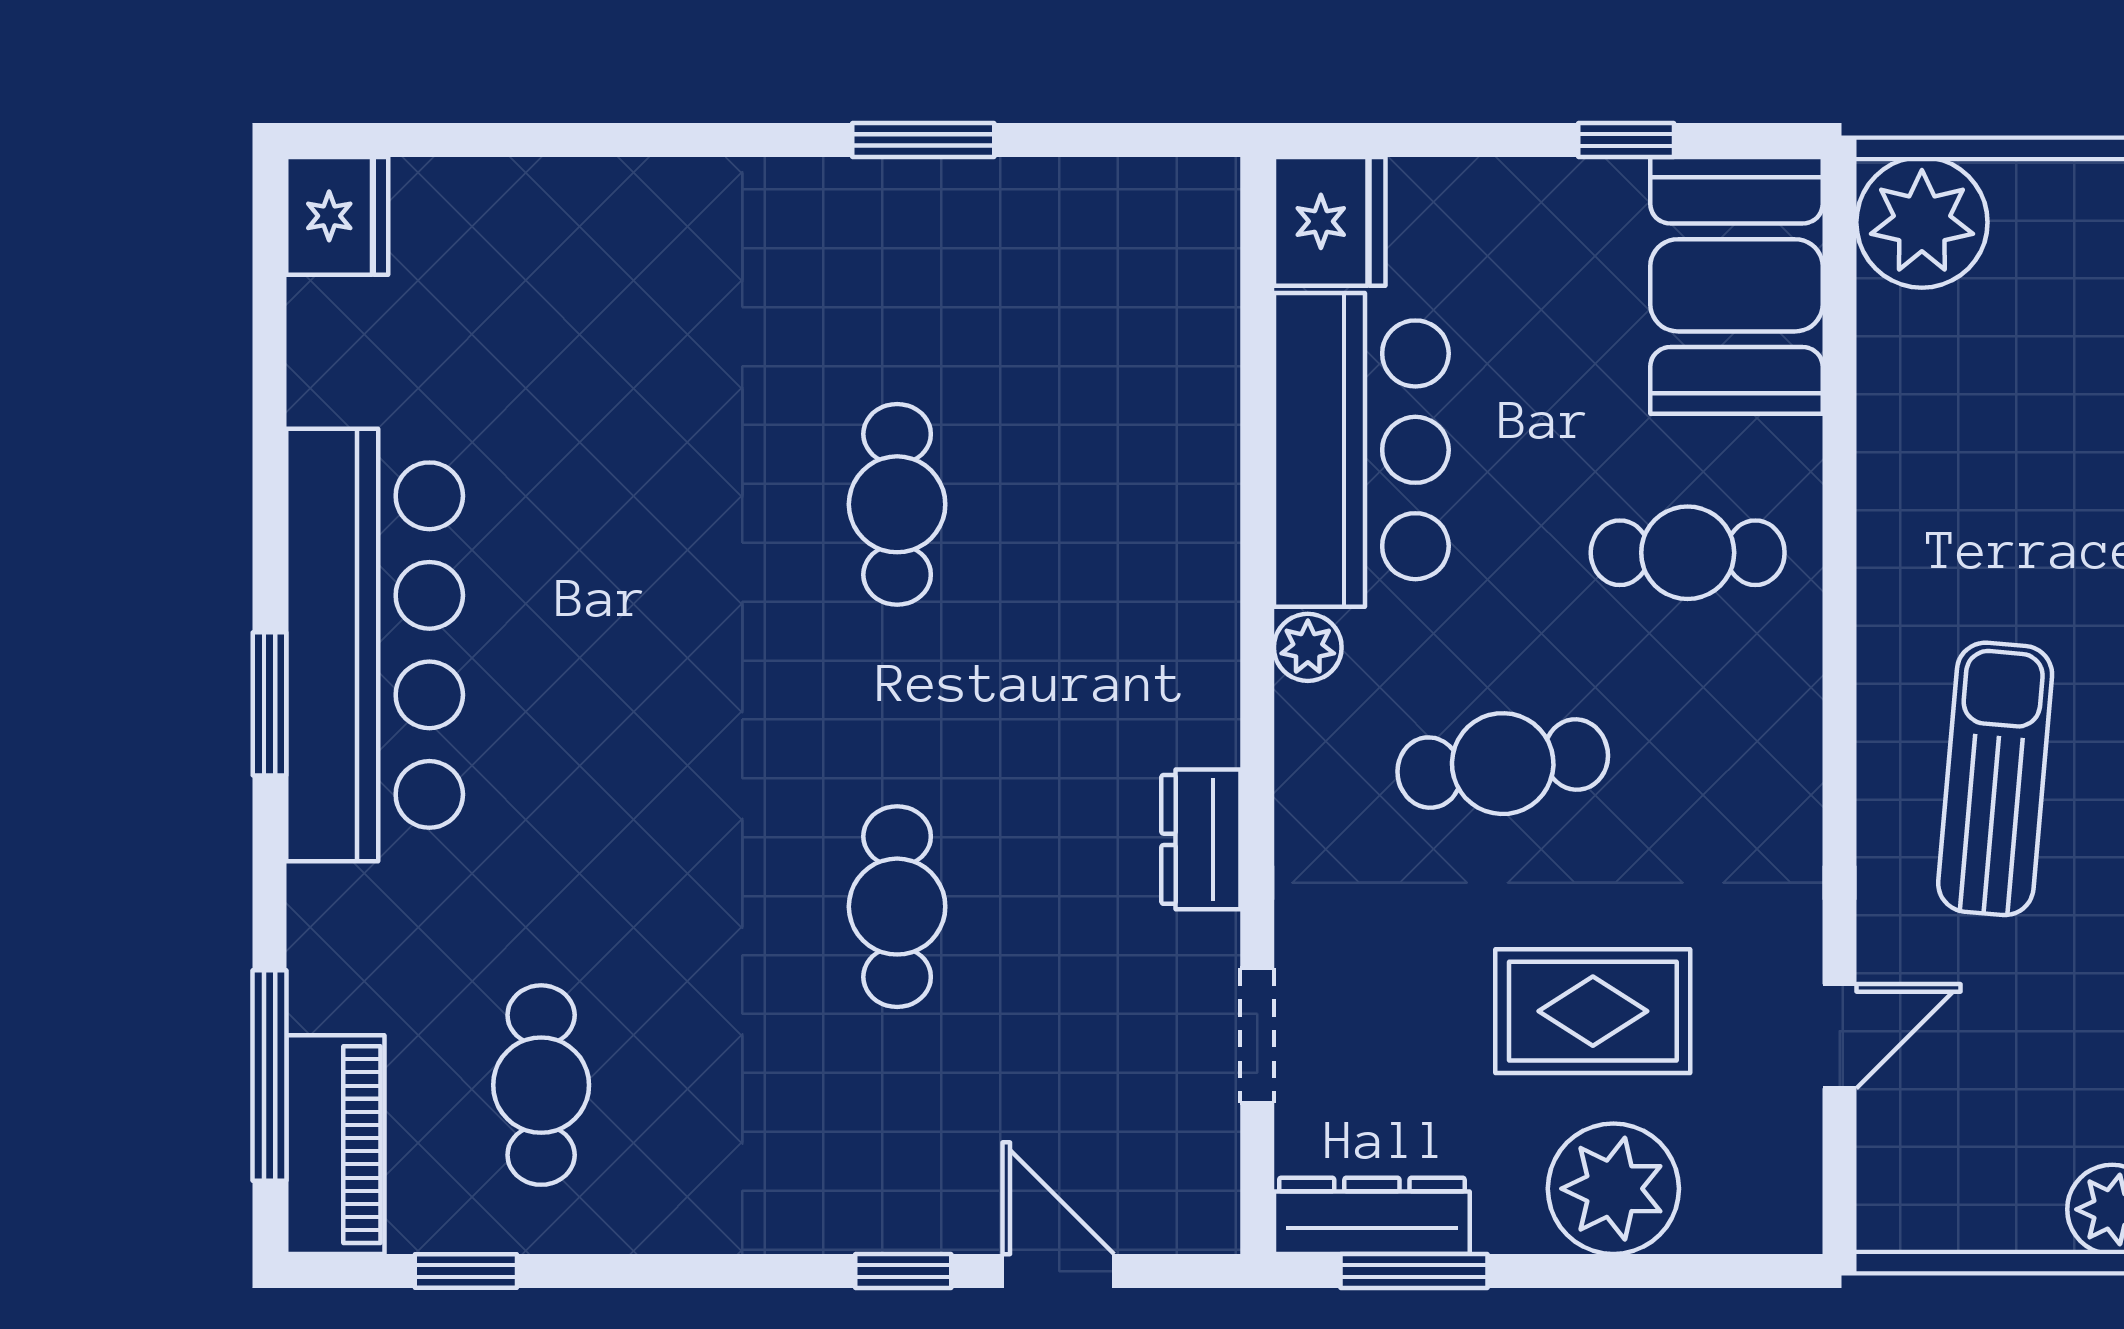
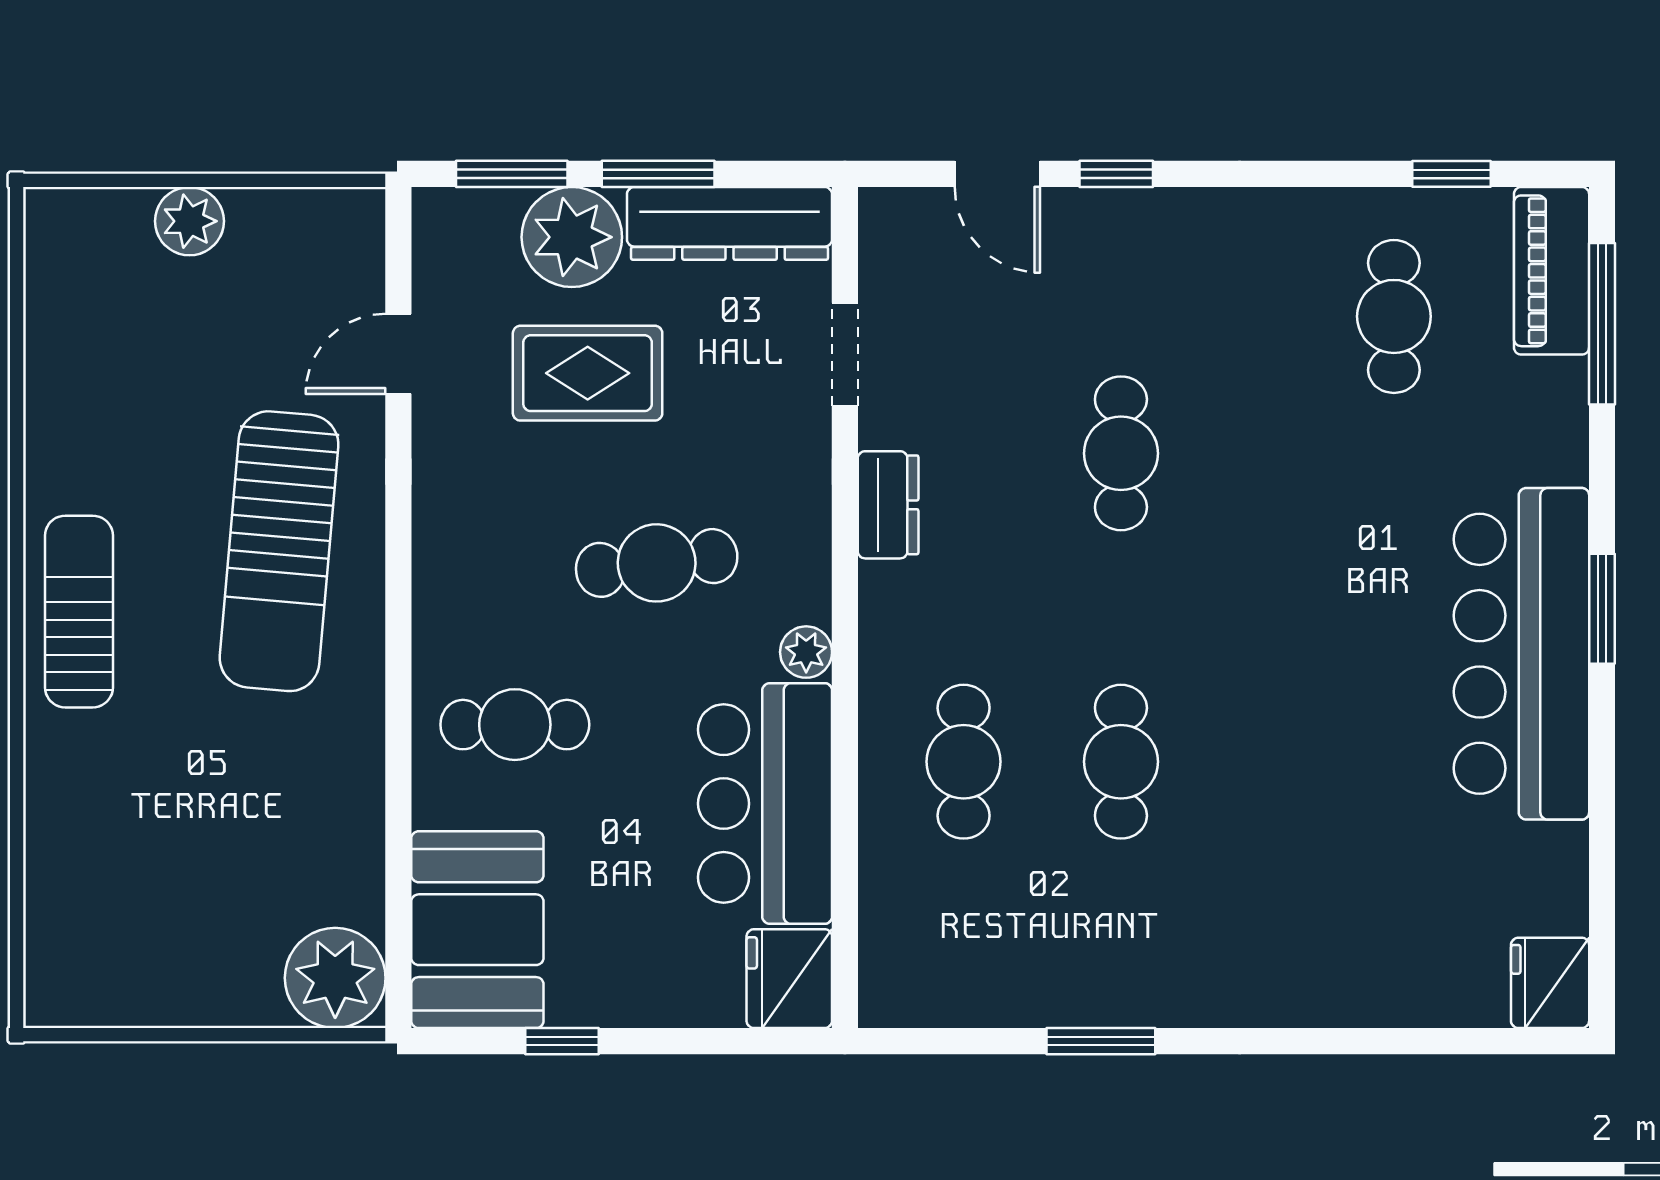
cafe table: (1102, 504) -> (964, 762), added
sun lounger: (1995, 779) -> (279, 551), width x1.36, depth x1.34
dresser: (1372, 1216) -> (730, 223), width x1.37, depth x1.24
window: (1414, 1271) -> (658, 174), moved
window: (1692, 1271) -> (512, 174), added

